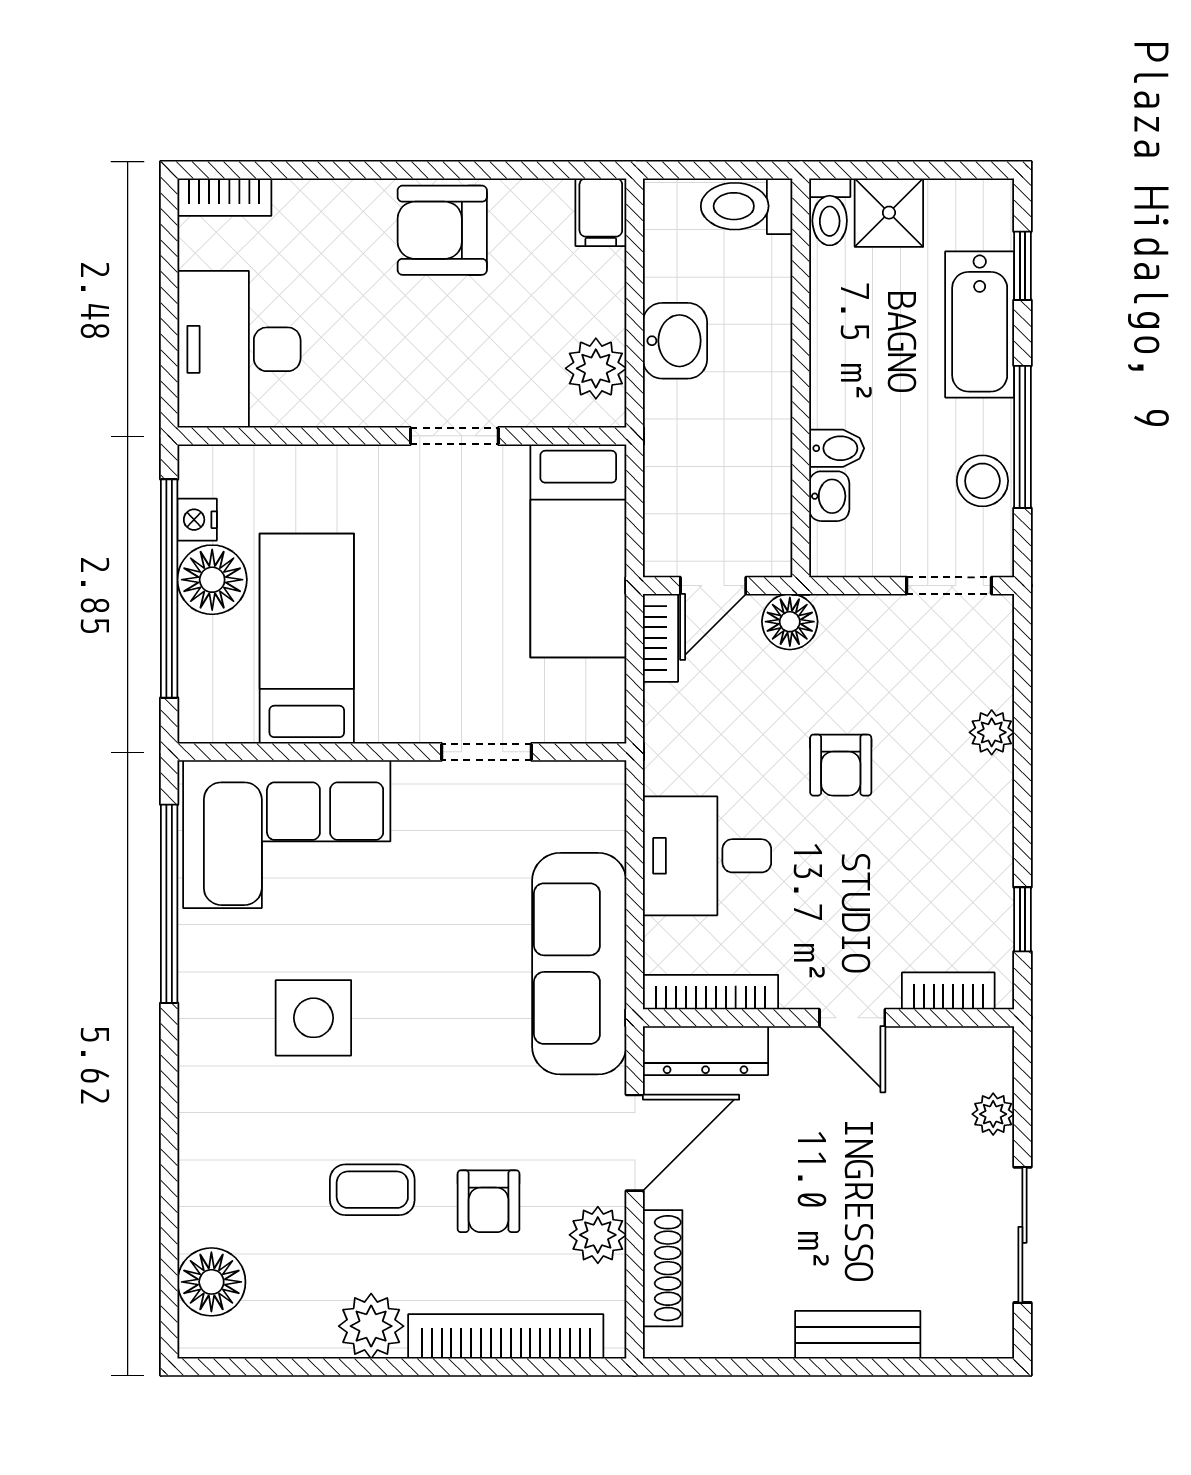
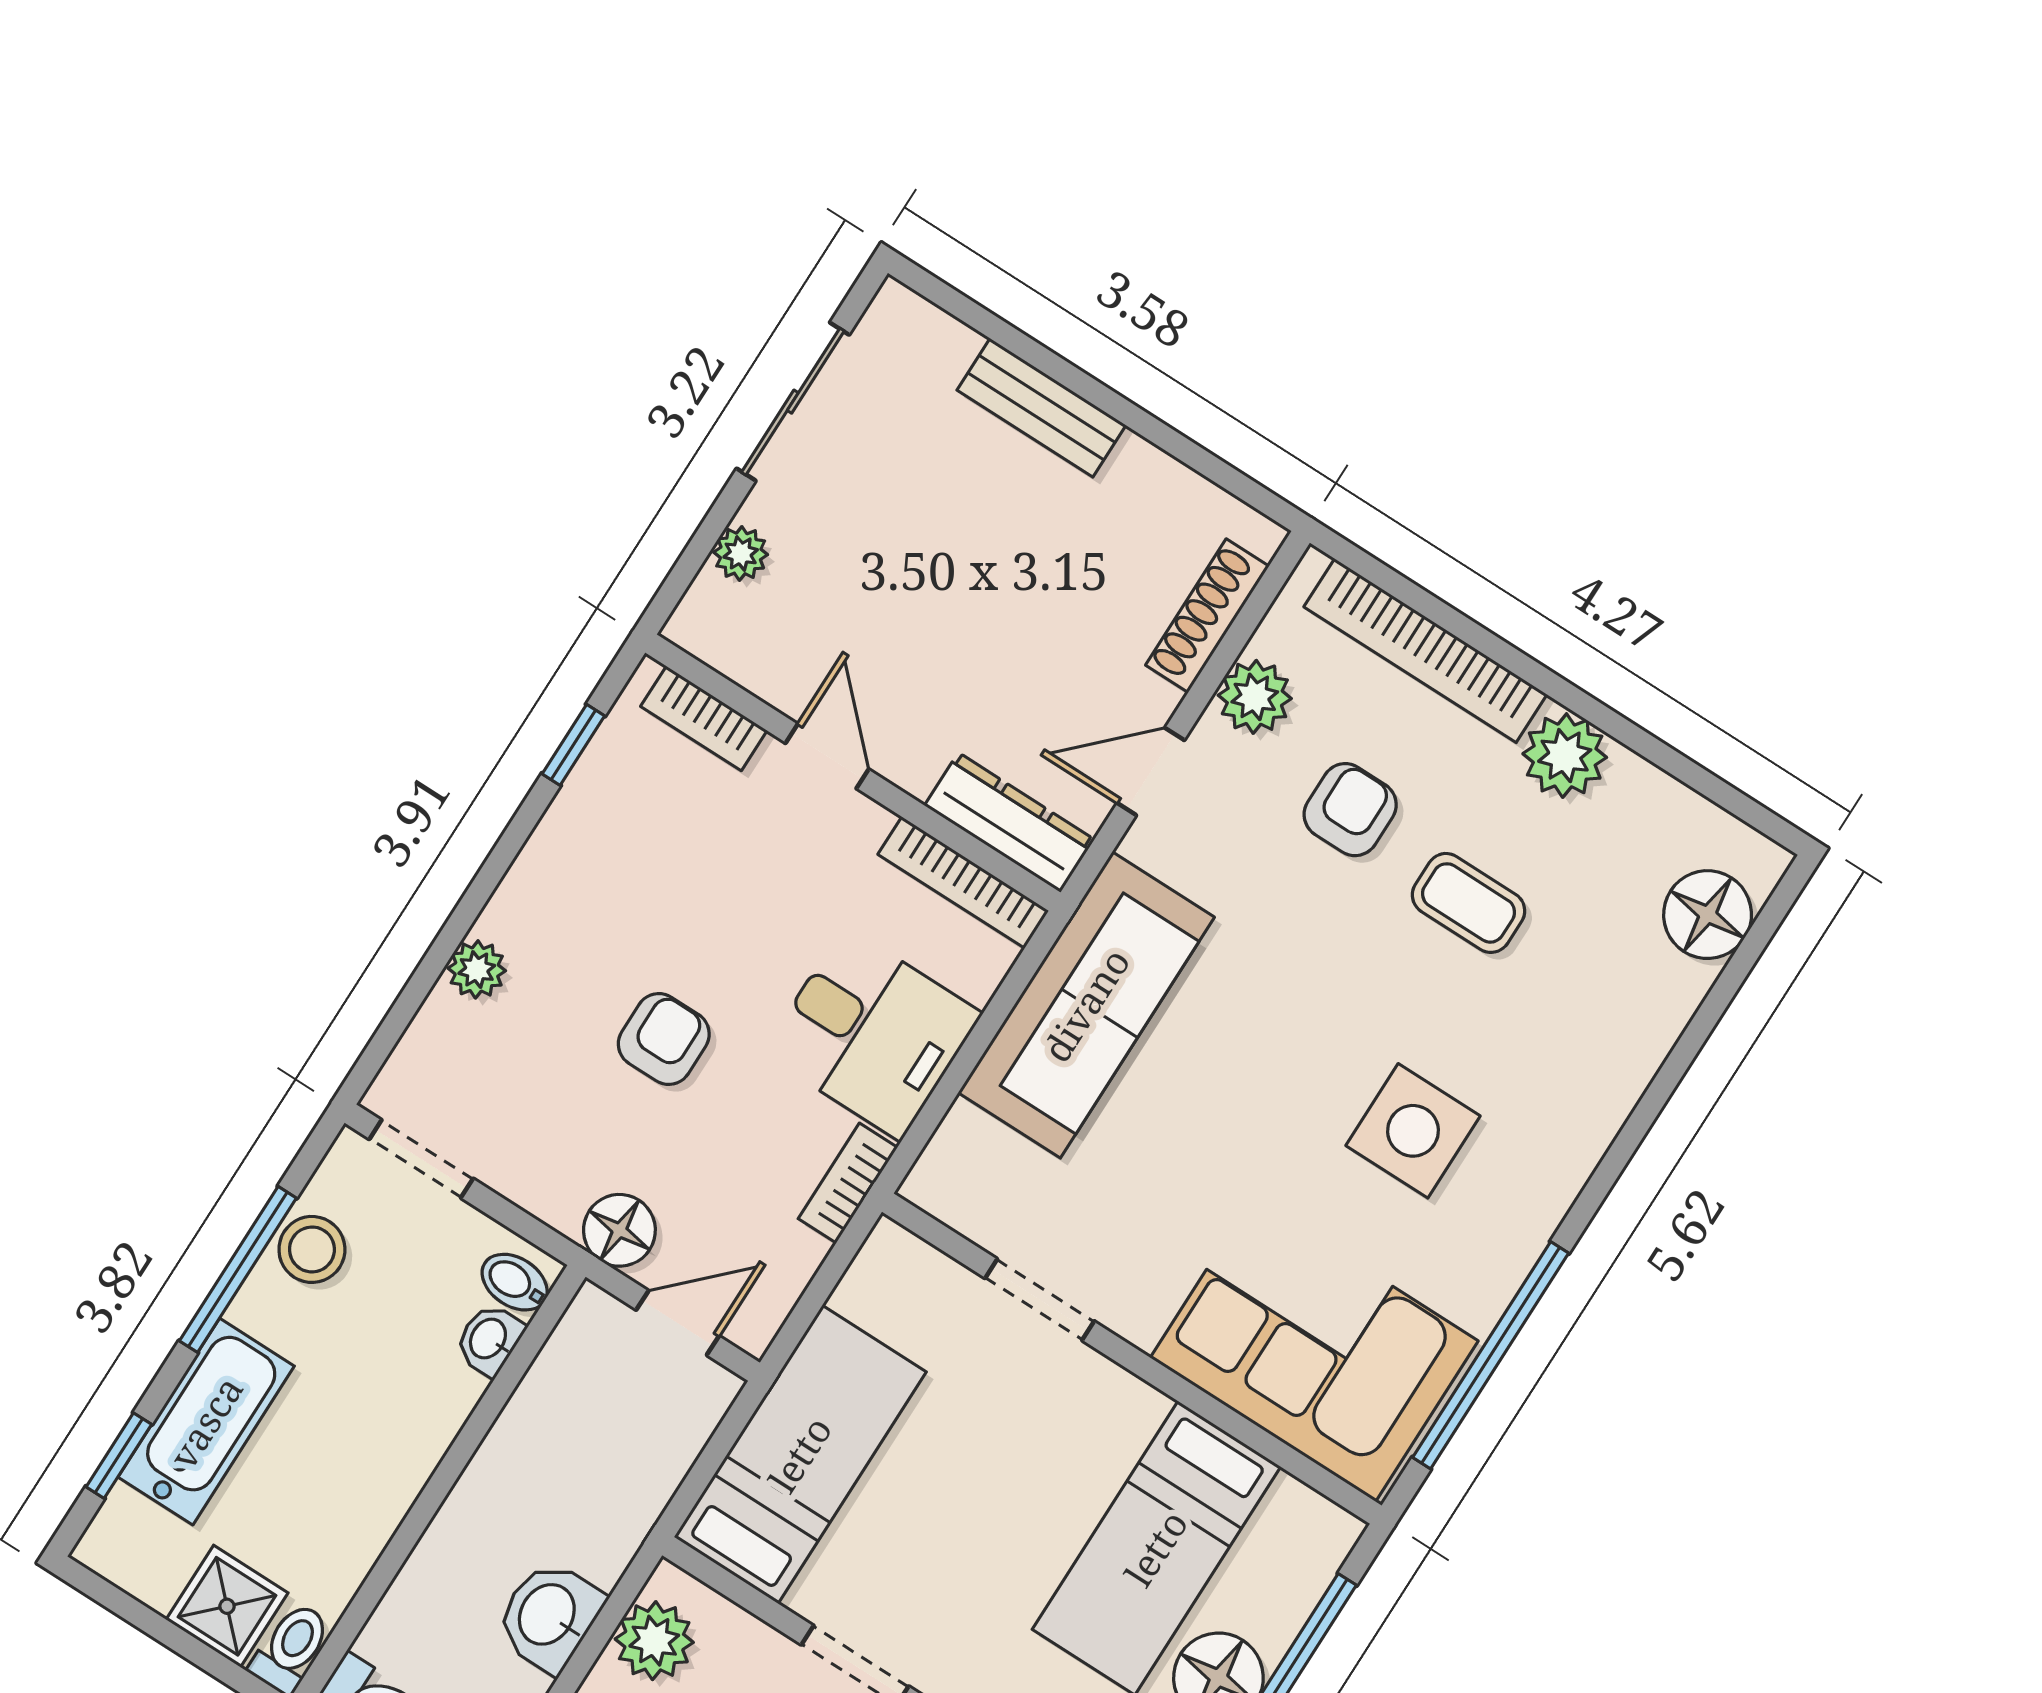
bidet: (837, 448) -> (515, 1282), moved
bookcase: (660, 638) -> (848, 1183), moved
door: (635, 1143) -> (1151, 772), width x0.73

